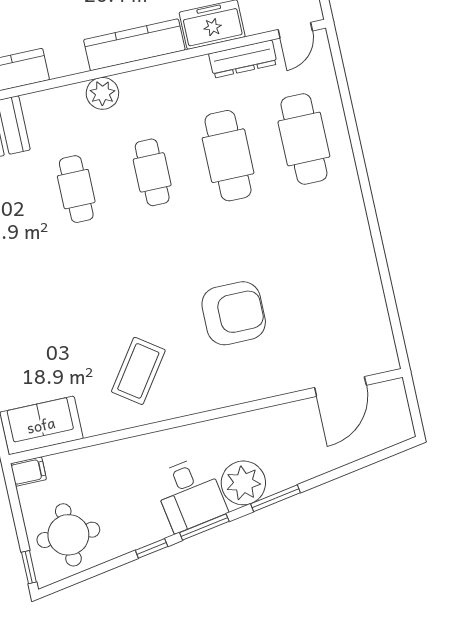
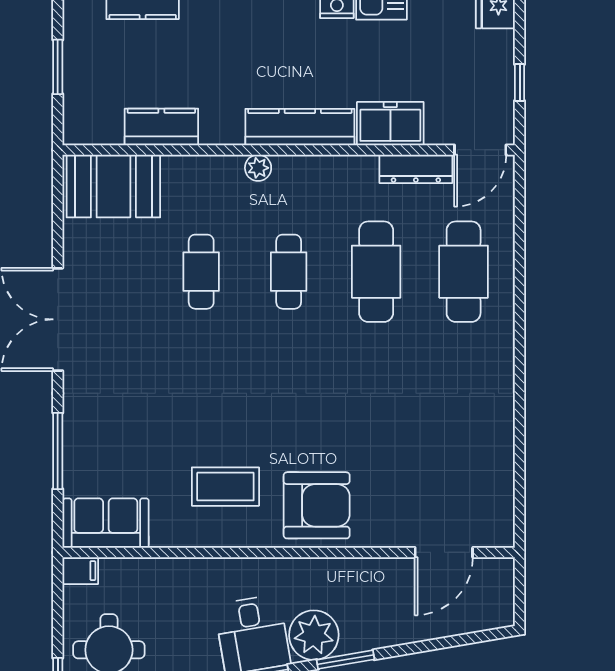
door: (295, 30) -> (480, 150), width x1.38
plant: (102, 93) -> (258, 168), width x0.73, depth x0.73
armchair: (234, 313) -> (317, 505), moved
coffee table: (138, 371) -> (225, 487), turned 55

